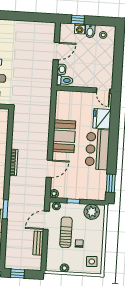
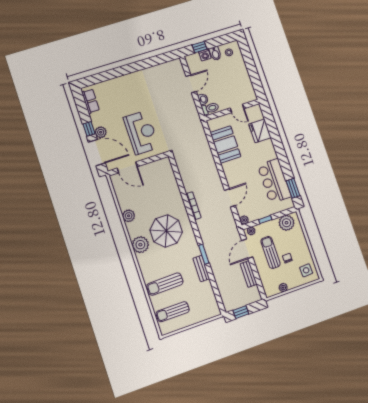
door: (103, 91) -> (237, 108), moved
booth: (64, 136) -> (225, 144), moved
bar counter: (97, 149) -> (274, 181), moved

